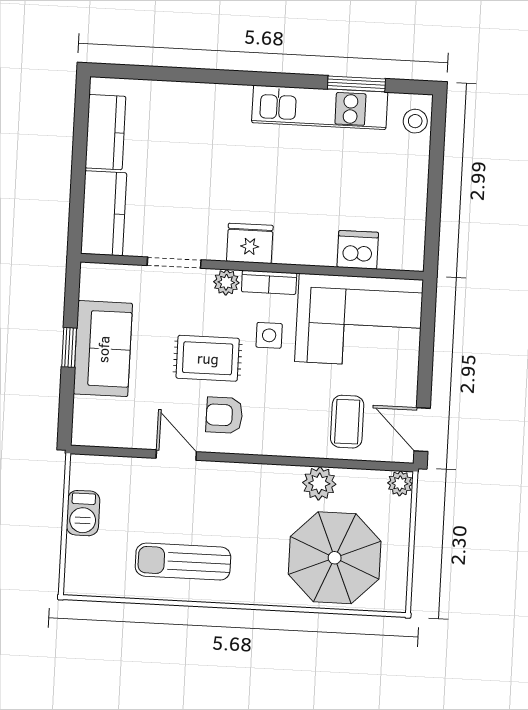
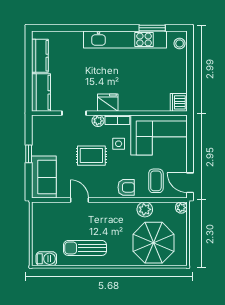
kitchen unit: (320, 107) -> (125, 39), width x1.36
dishwasher: (358, 250) -> (179, 102), moved, turned -90
sofa: (103, 349) -> (44, 177), moved
armchair: (224, 415) -> (126, 187), moved, turned 180
barbecue: (83, 513) -> (46, 259), moved, turned -90

